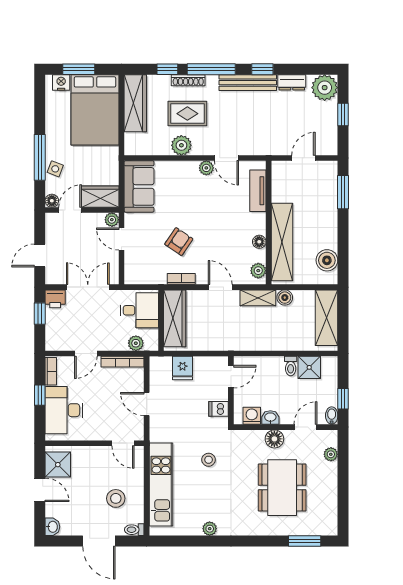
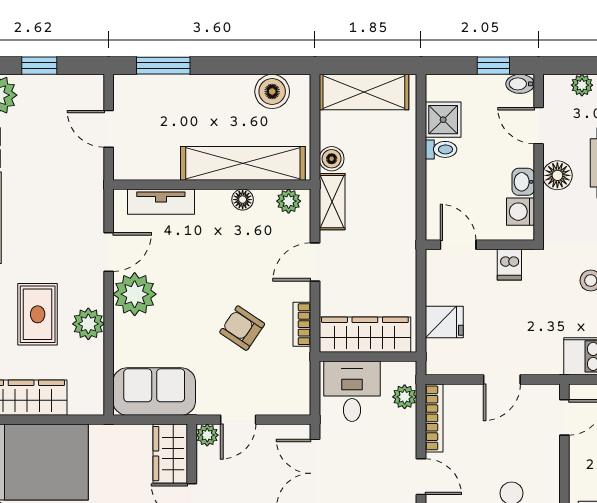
plant: (206, 168) -> (135, 294), width x1.88, depth x1.88

